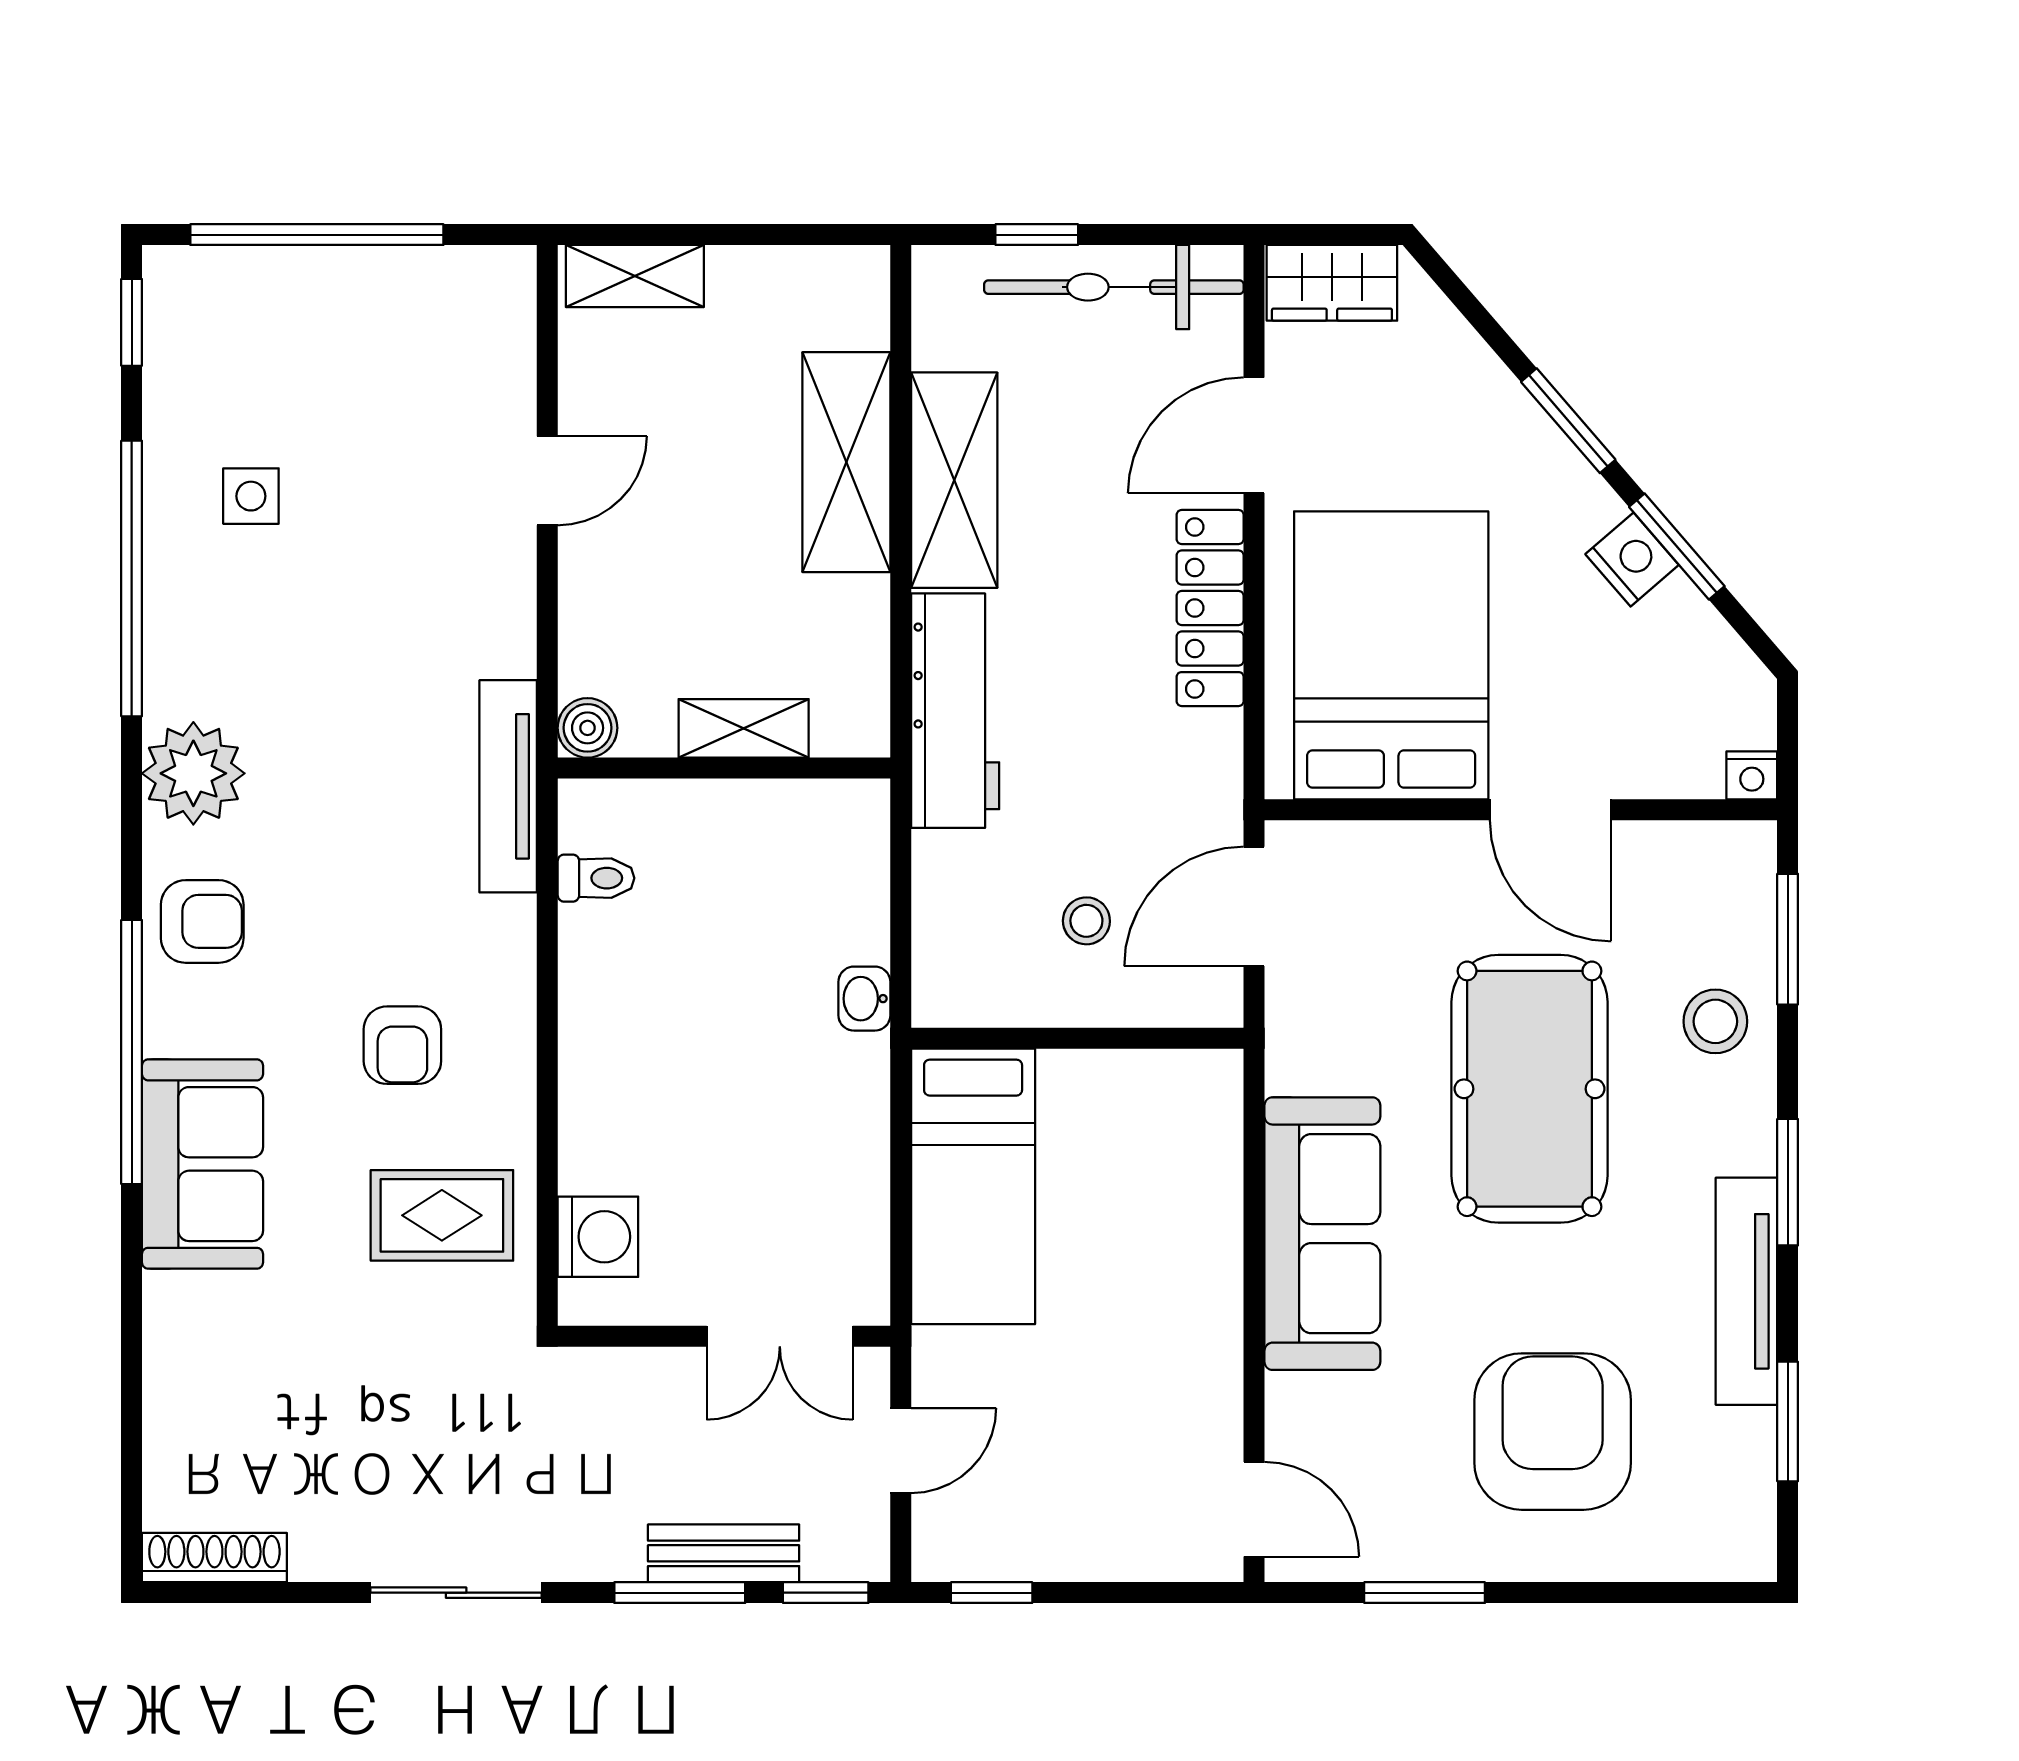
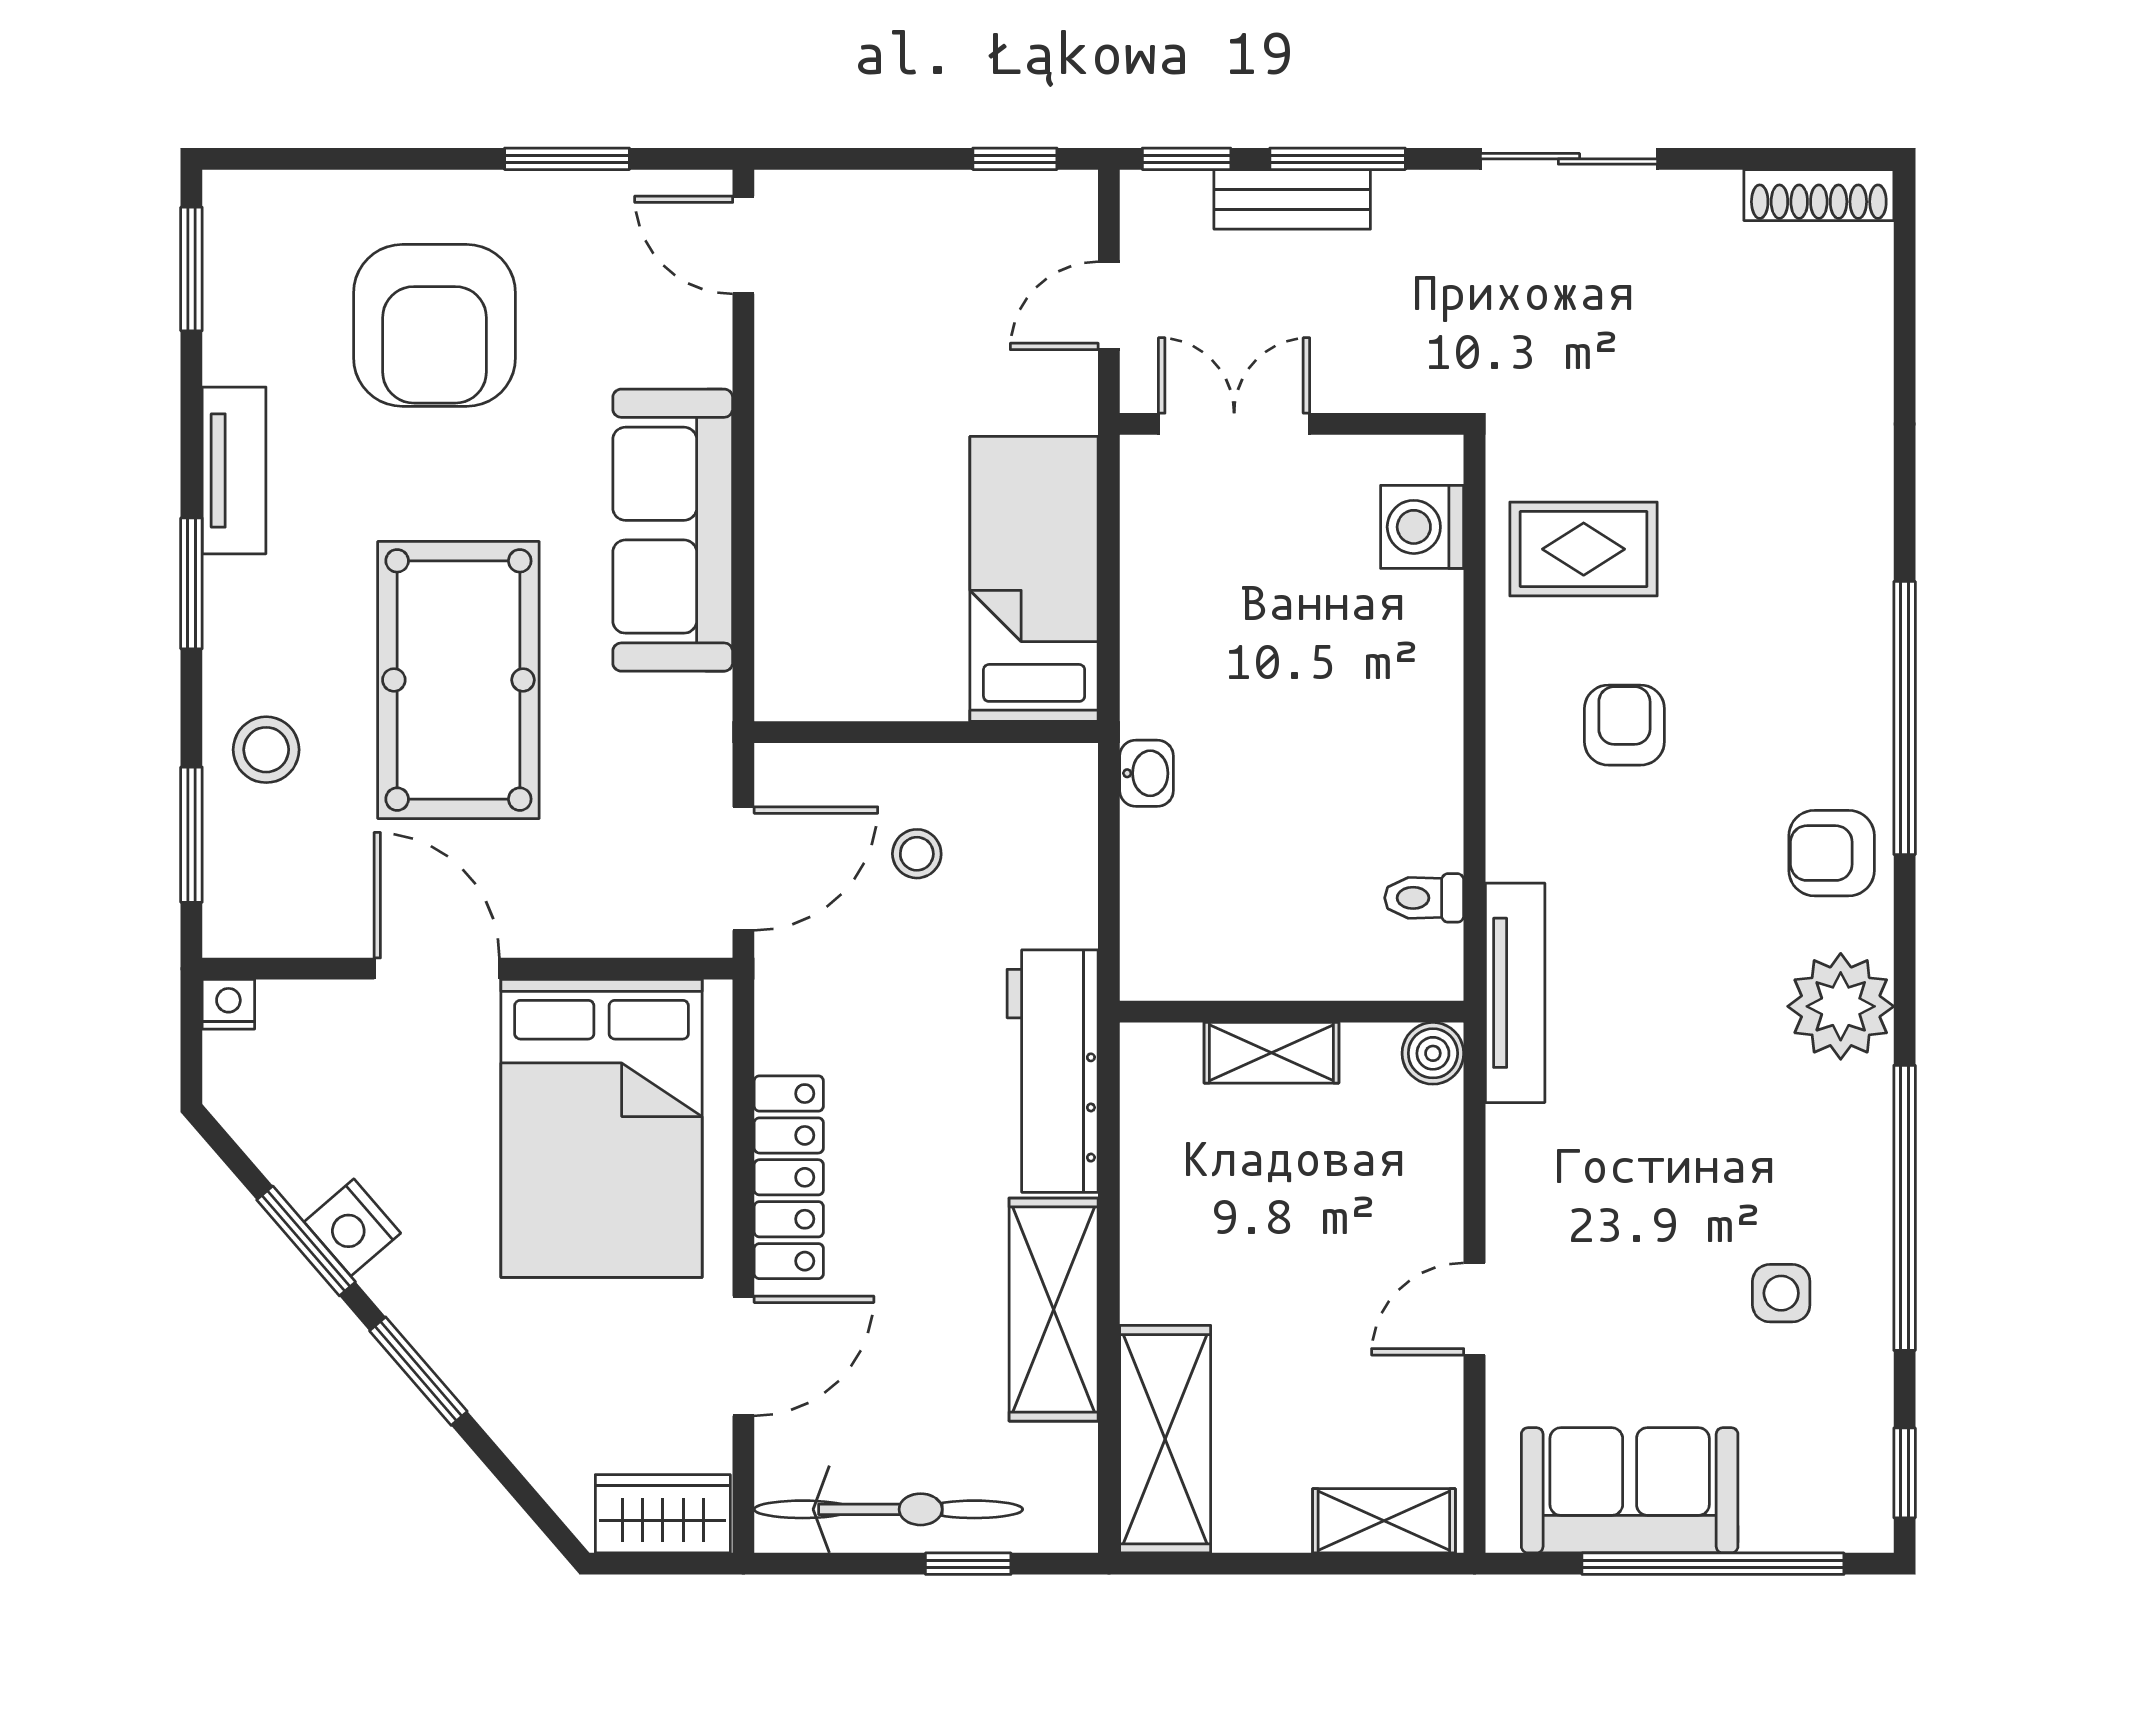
shelving: (846, 462) -> (1165, 1439), moved
sofa: (203, 1164) -> (1630, 1490), moved, turned 90
tv unit: (1746, 1291) -> (234, 470), width x0.71
window: (1788, 1422) -> (191, 269), moved

